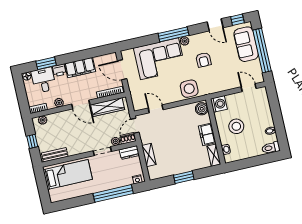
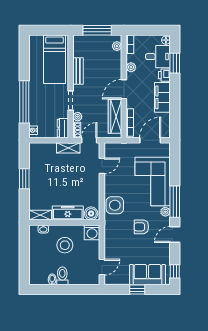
door: (215, 25) -> (175, 235), moved
window: (262, 51) -> (137, 290), width x0.32
door: (135, 126) -> (89, 140), hinge flipped
freezer: (207, 134) -> (68, 213), width x1.40
window: (32, 141) -> (97, 30), width x2.17
toilet: (271, 148) -> (62, 276), moved
bench: (55, 155) -> (78, 71), moved
shelving: (149, 155) -> (68, 148), moved

